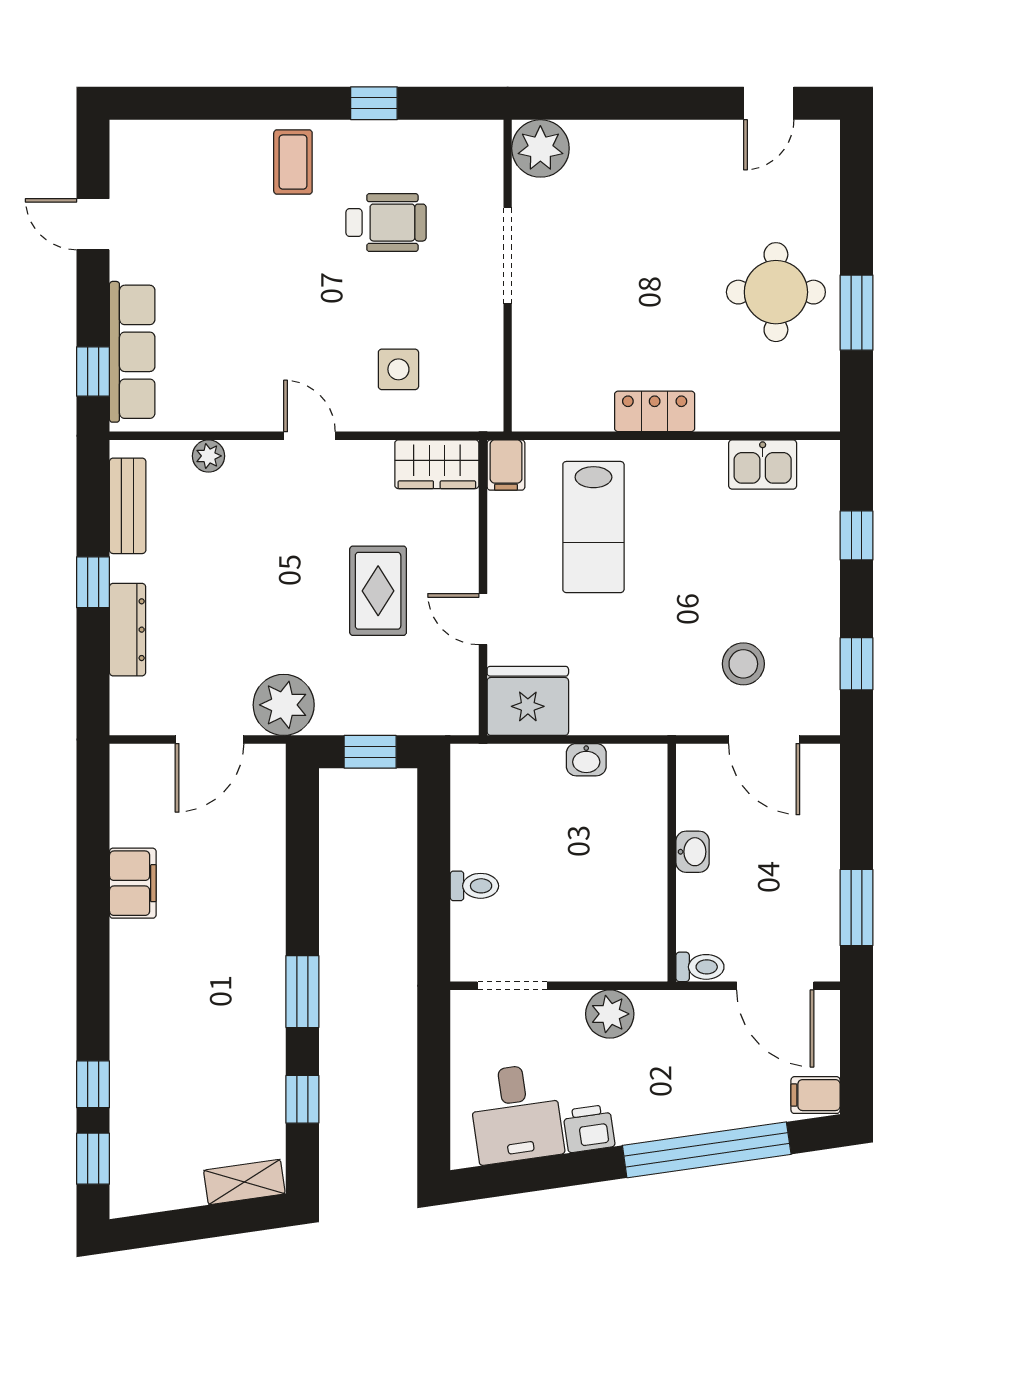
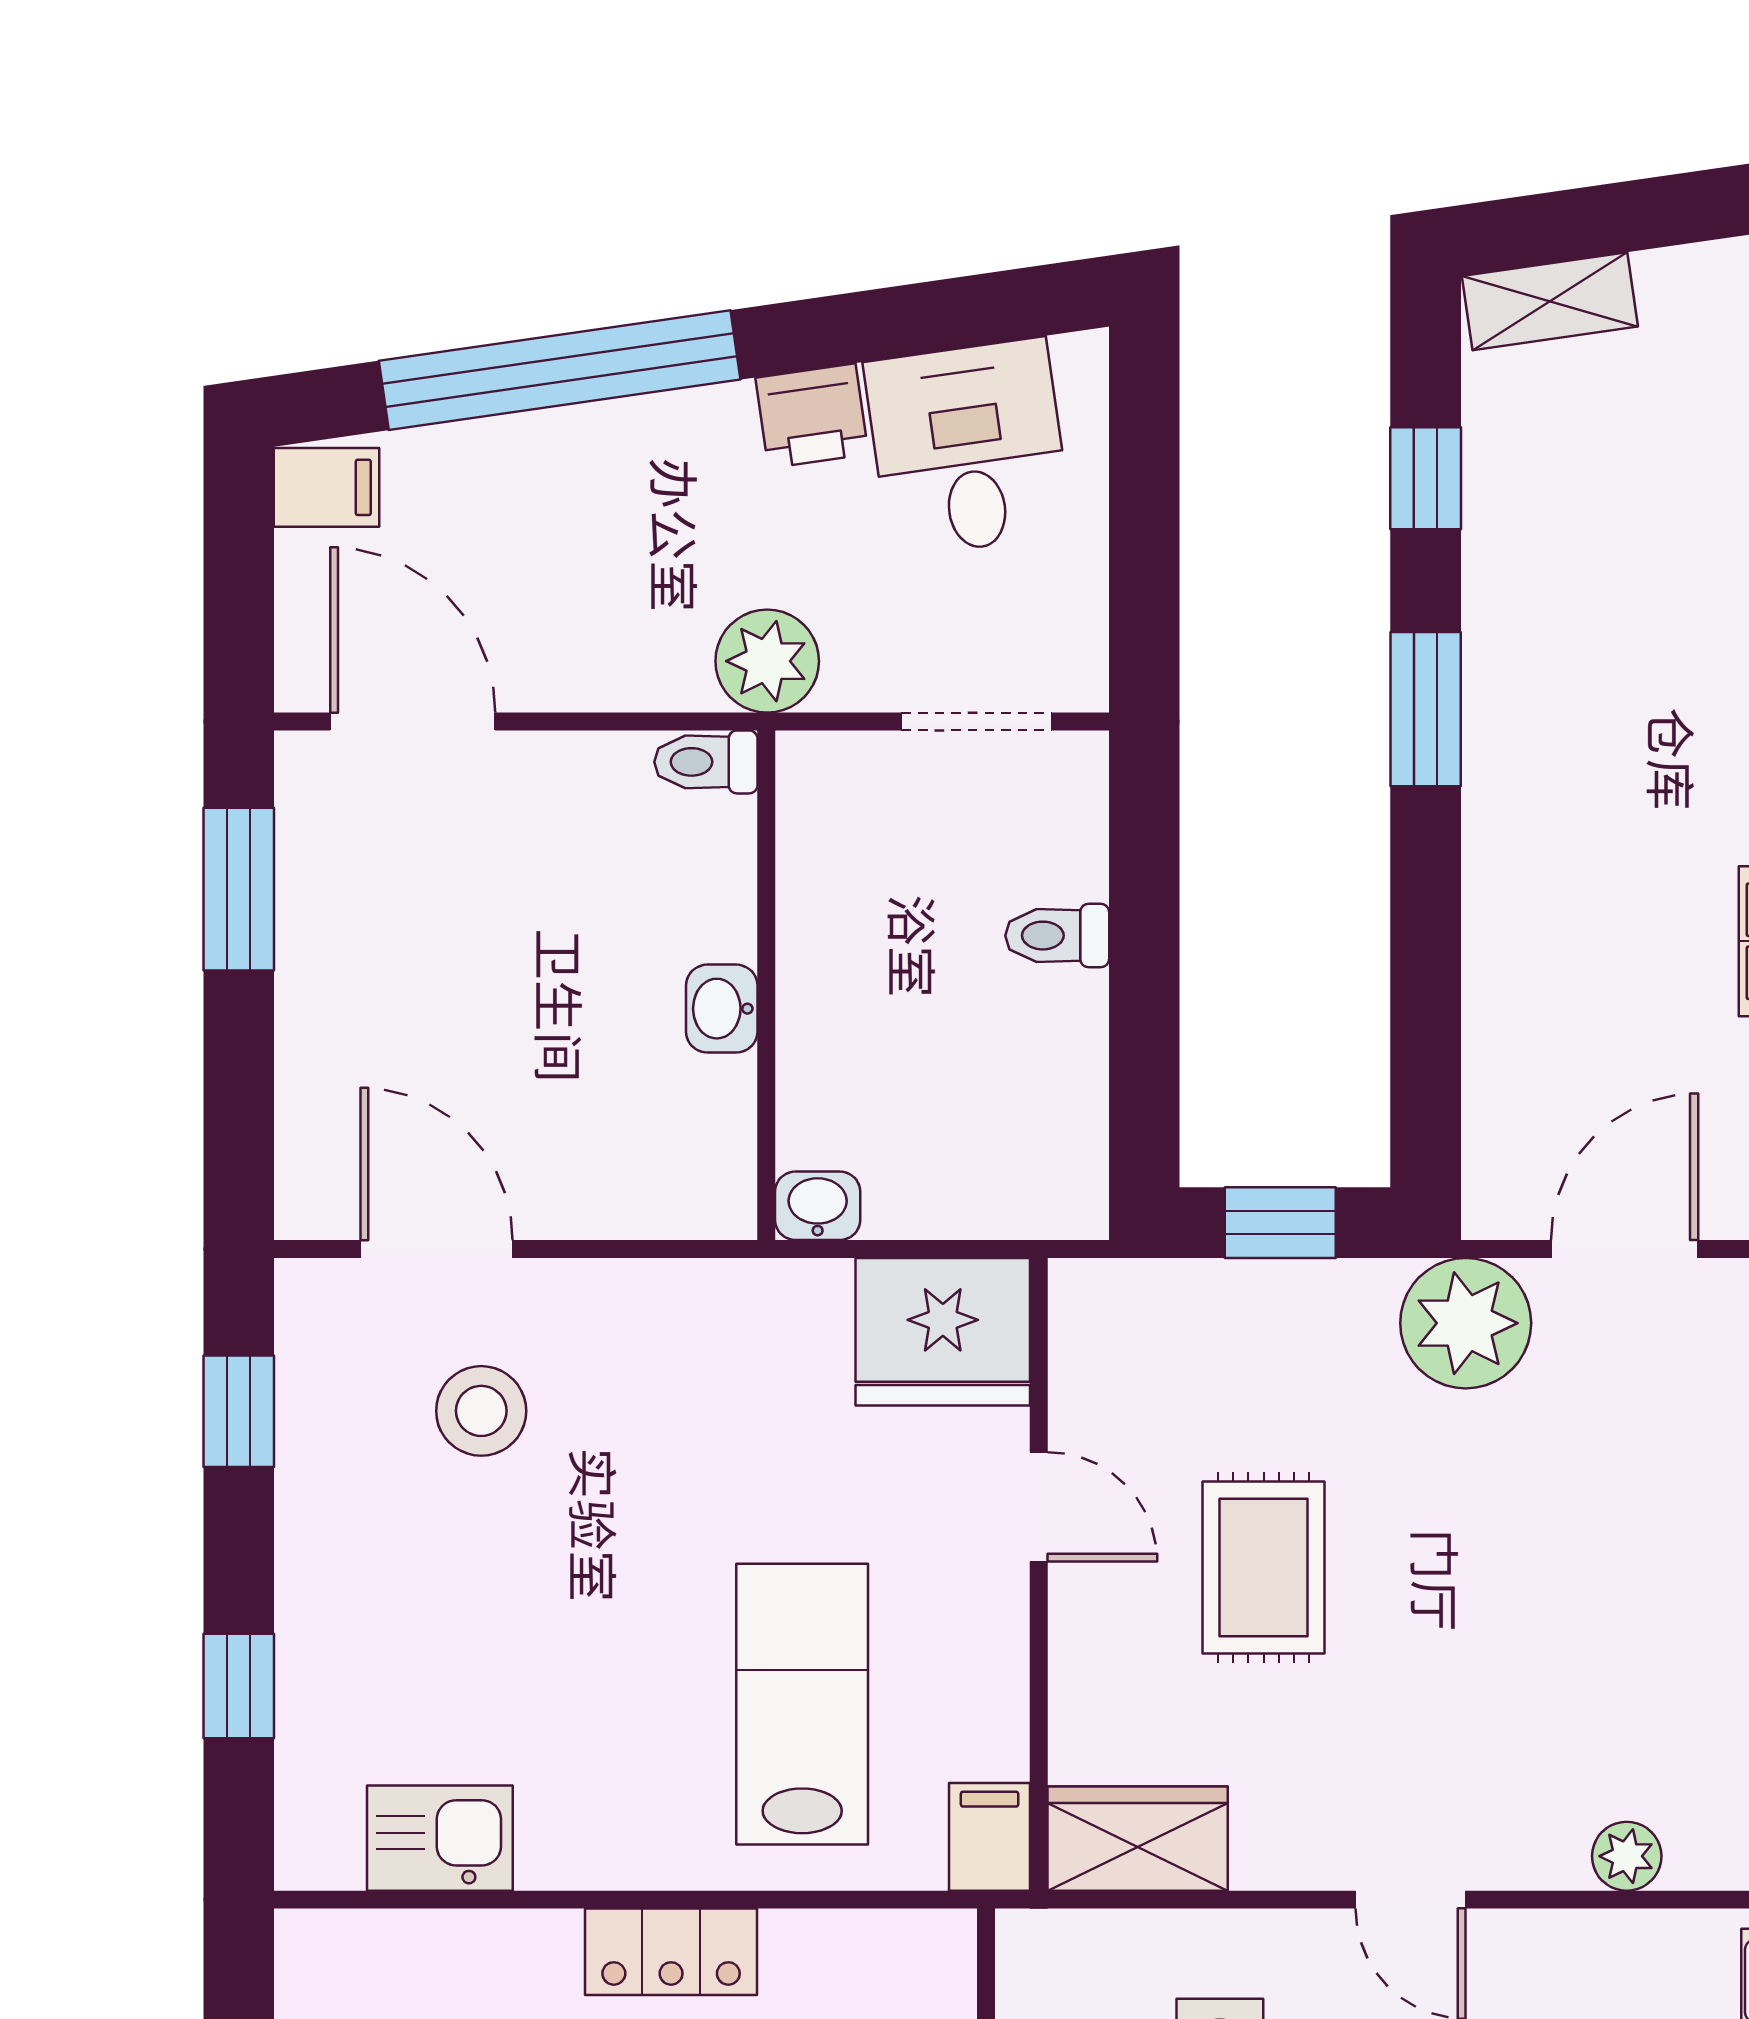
washbasin: (693, 852) -> (722, 1009), moved
wall: (672, 863) -> (766, 985), moved
toilet: (700, 967) -> (706, 762), moved

